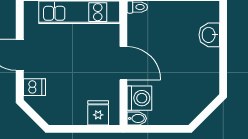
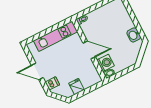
washbasin: (209, 35) -> (134, 35), moved
fridge: (98, 113) -> (77, 87), moved

